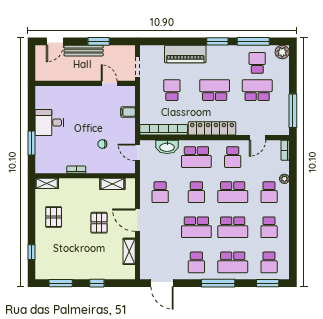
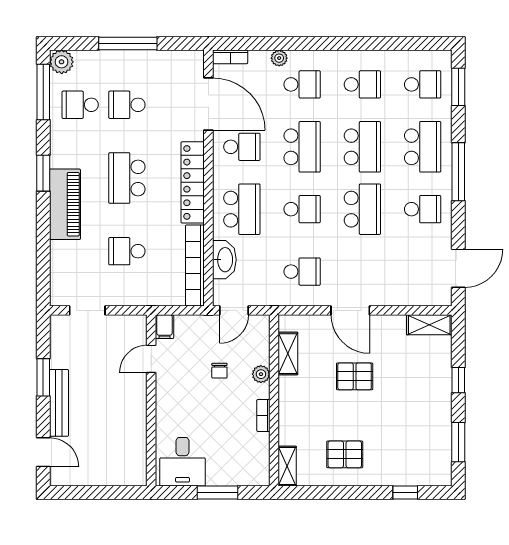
window: (253, 41) -> (43, 92), moved
piano: (185, 54) -> (65, 204), moved
wall: (85, 83) -> (151, 400), moved
door: (109, 83) -> (151, 359), moved
school desk: (257, 90) -> (127, 105), width x0.54
window: (293, 111) -> (128, 44), moved
door: (258, 138) -> (208, 104), width x1.88
plant: (100, 168) -> (261, 374), added
door: (137, 220) -> (350, 310), hinge flipped
shelving: (129, 251) -> (429, 325), moved

